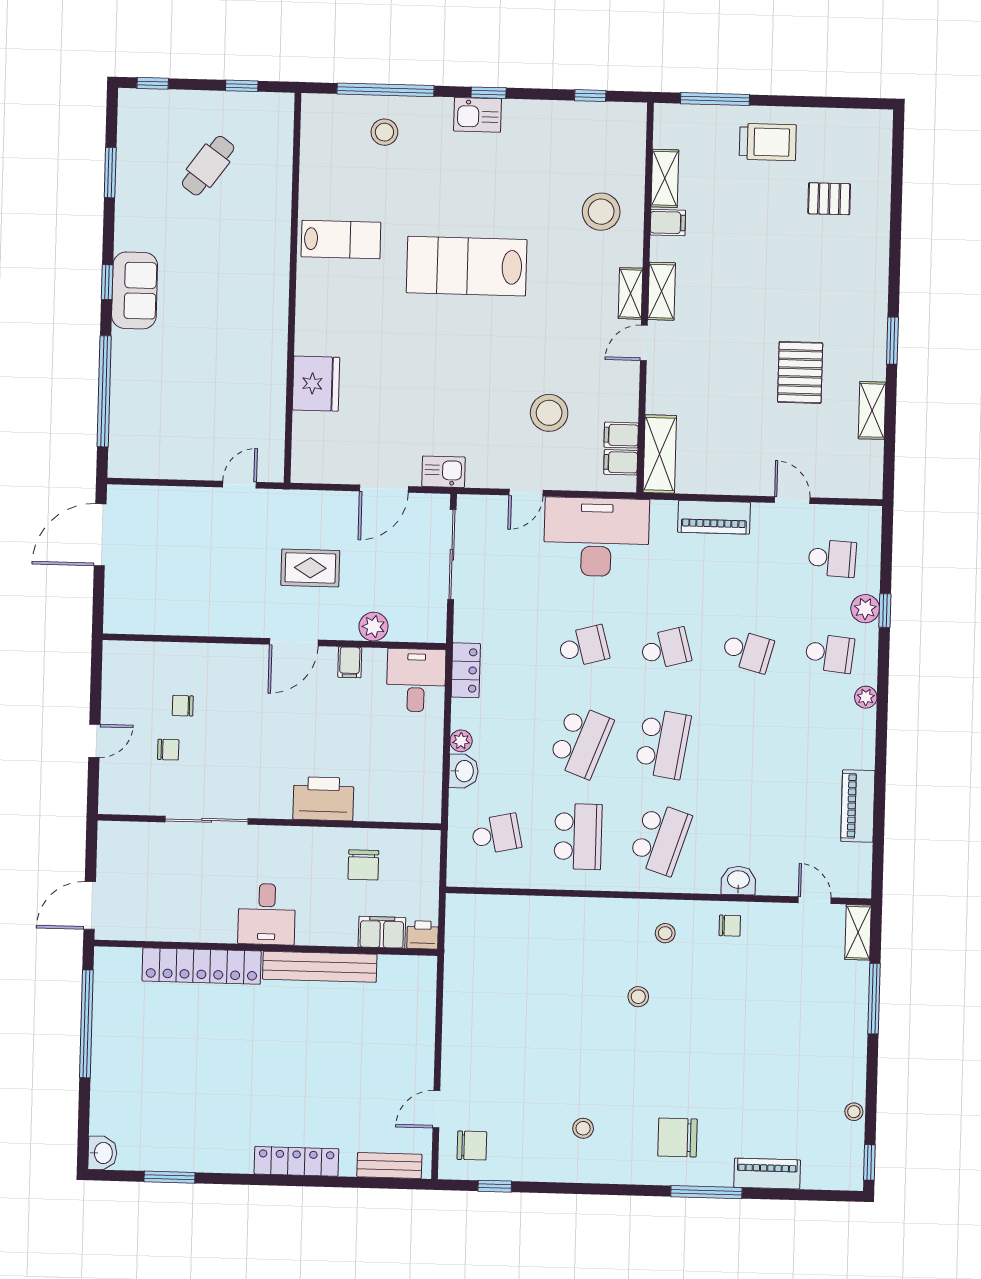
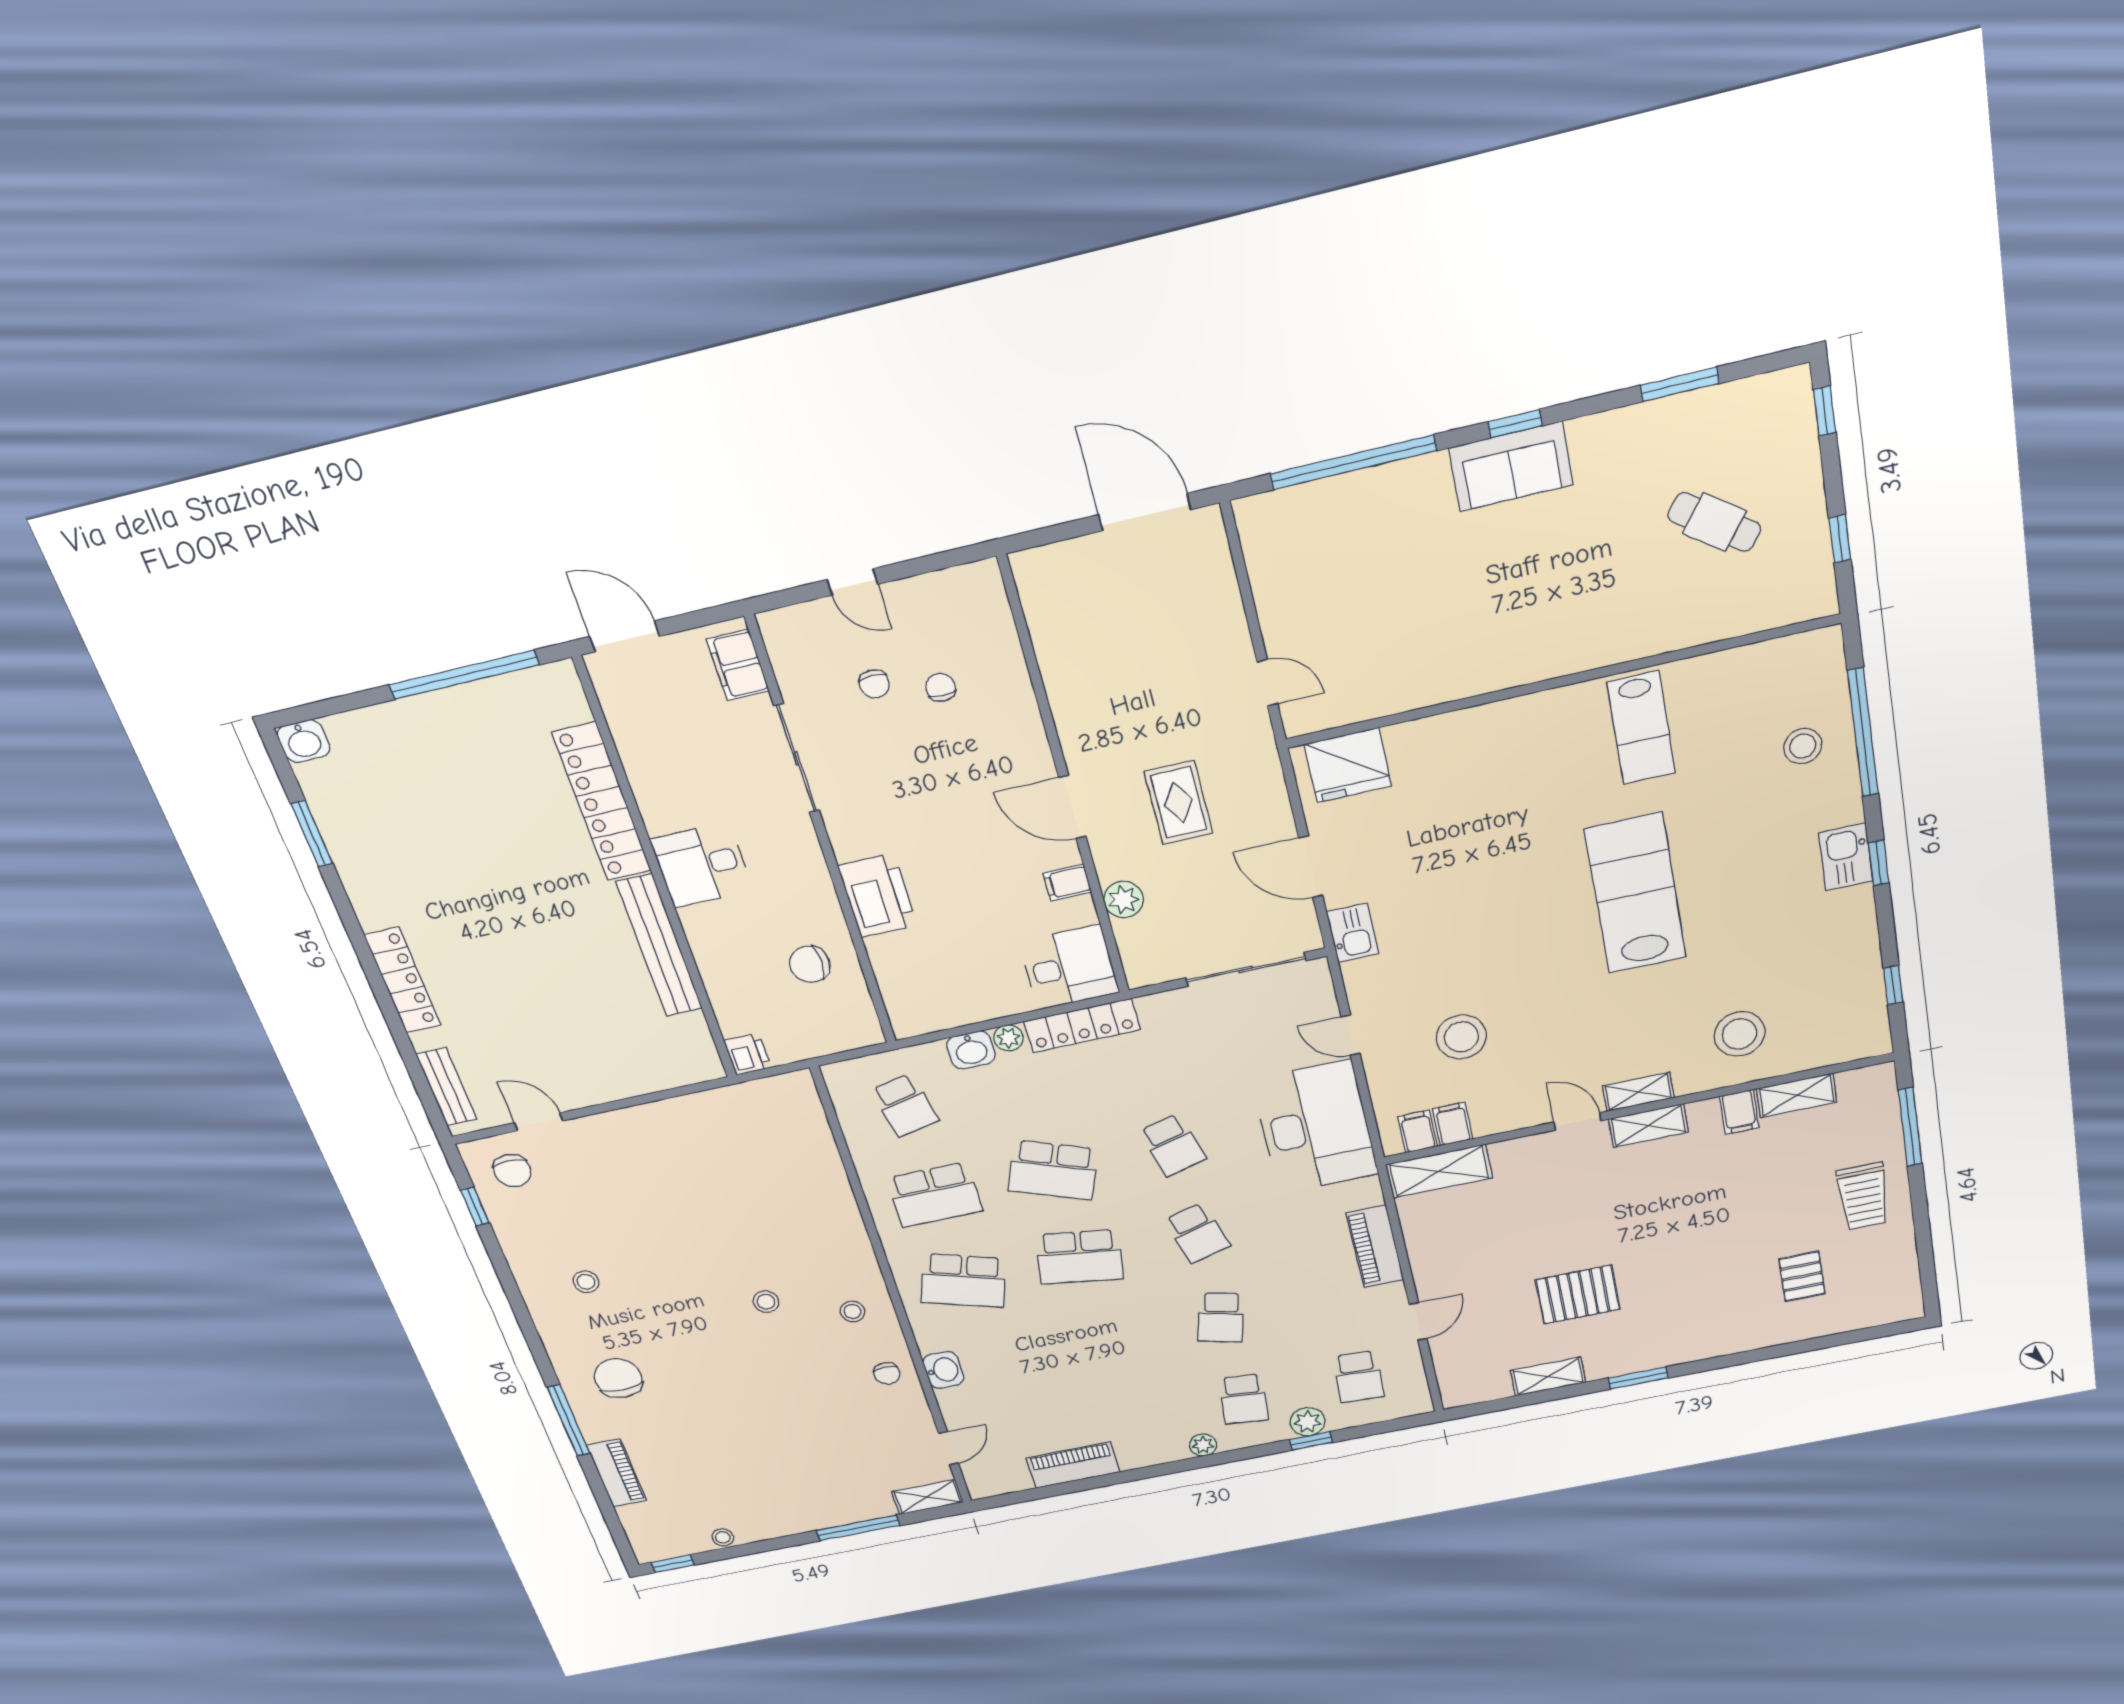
fridge: (316, 384) -> (1348, 765), moved
locker: (466, 670) -> (1082, 1026), width x1.53
filing cabinet: (382, 932) -> (738, 665), moved, turned 180

